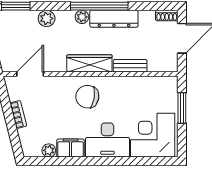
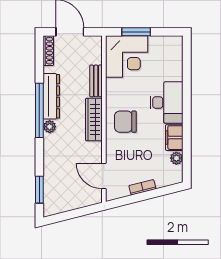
shoe rack: (167, 16) -> (48, 51), width x1.43
plant: (47, 18) -> (51, 160), removed
chair: (87, 97) -> (125, 122), turned 81
corner desk: (153, 135) -> (127, 57), moved, turned -90

